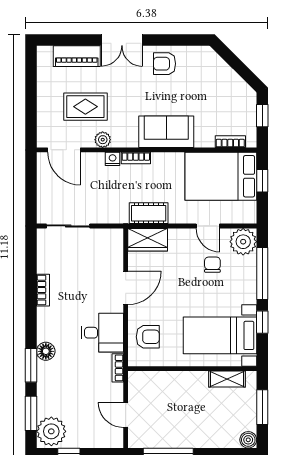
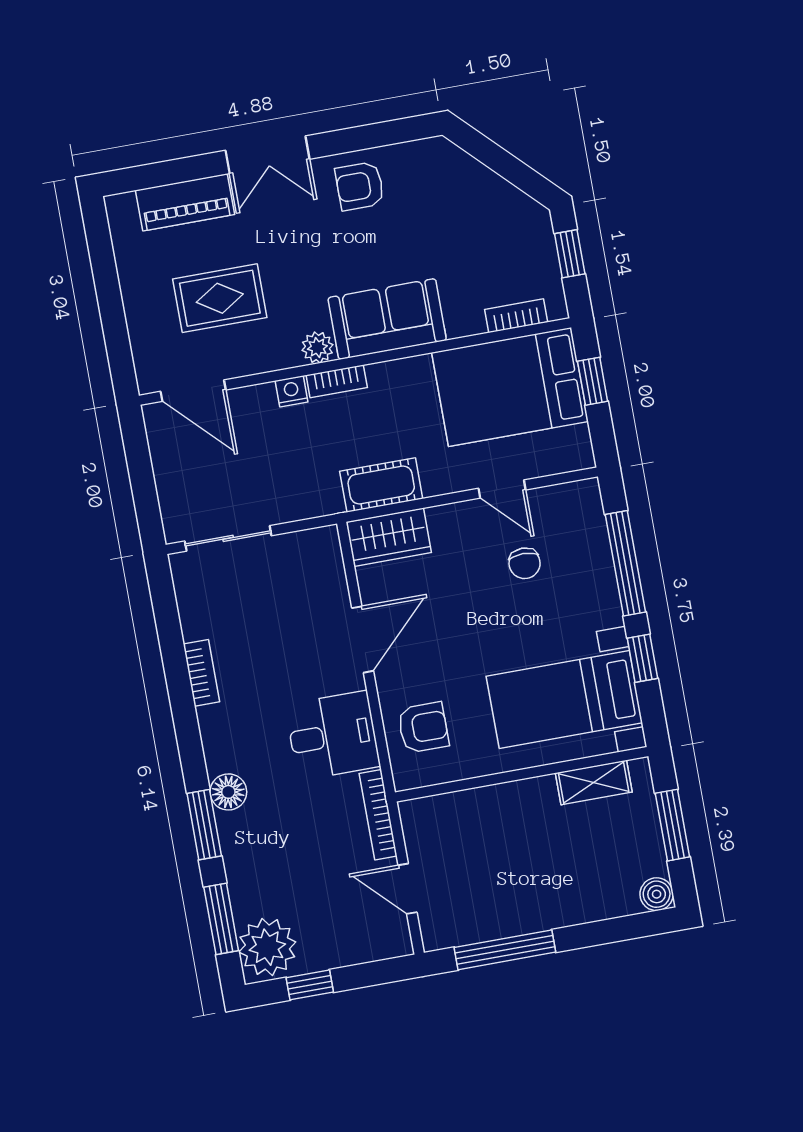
plant: (103, 140) -> (317, 348), moved
plant: (243, 242) -> (577, 507), removed
chair: (212, 265) -> (525, 563), turned 180
bookcase: (118, 368) -> (378, 815), width x1.56

